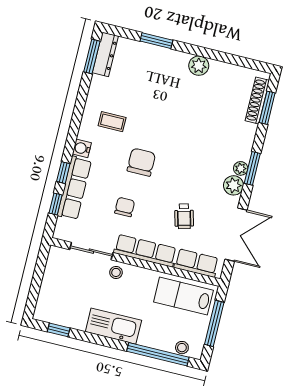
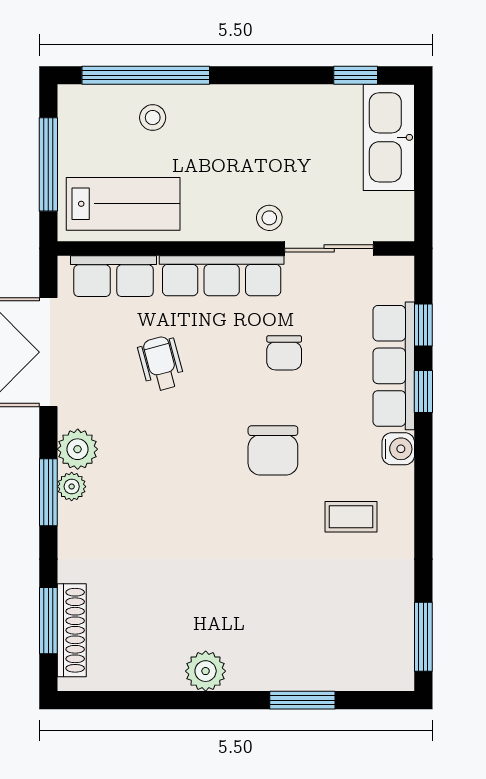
dresser: (105, 54) -> (397, 648), removed
kitchen sink: (113, 326) -> (389, 137), moved, turned 90
stool: (182, 348) -> (153, 118), moved

